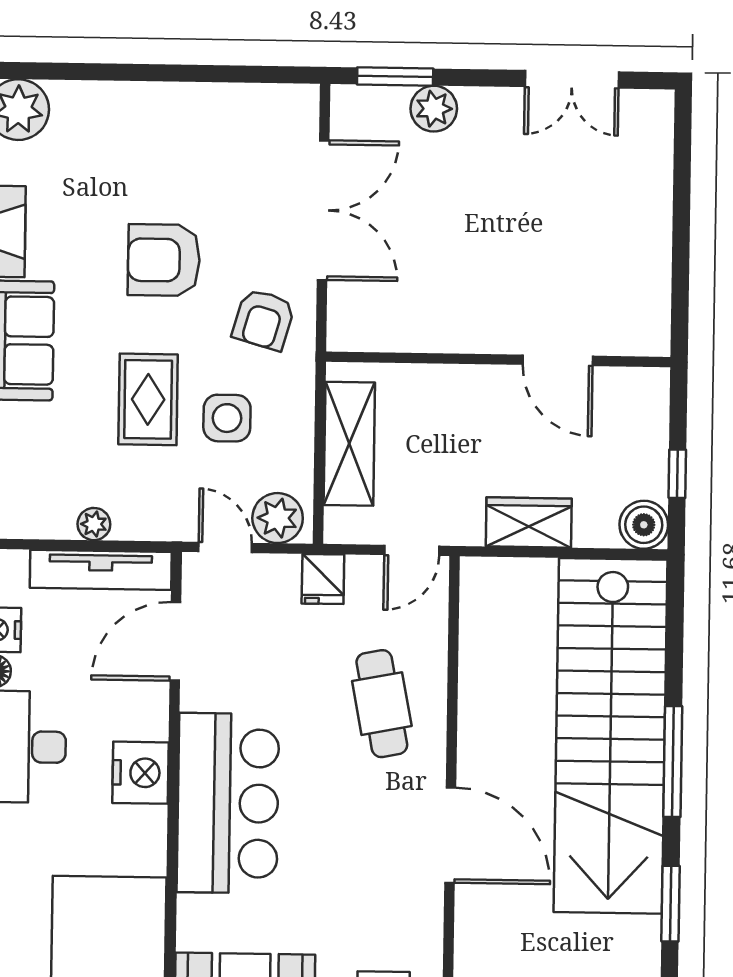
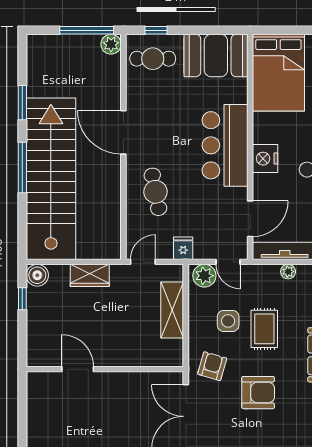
wall: (498, 359) -> (105, 369), moved
door: (558, 360) -> (78, 369), moved

